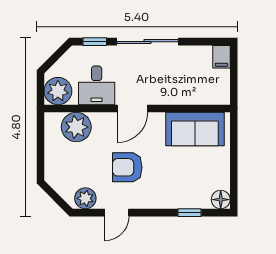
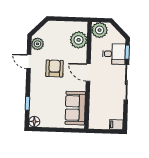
desk: (97, 85) -> (114, 54), moved, turned 180

